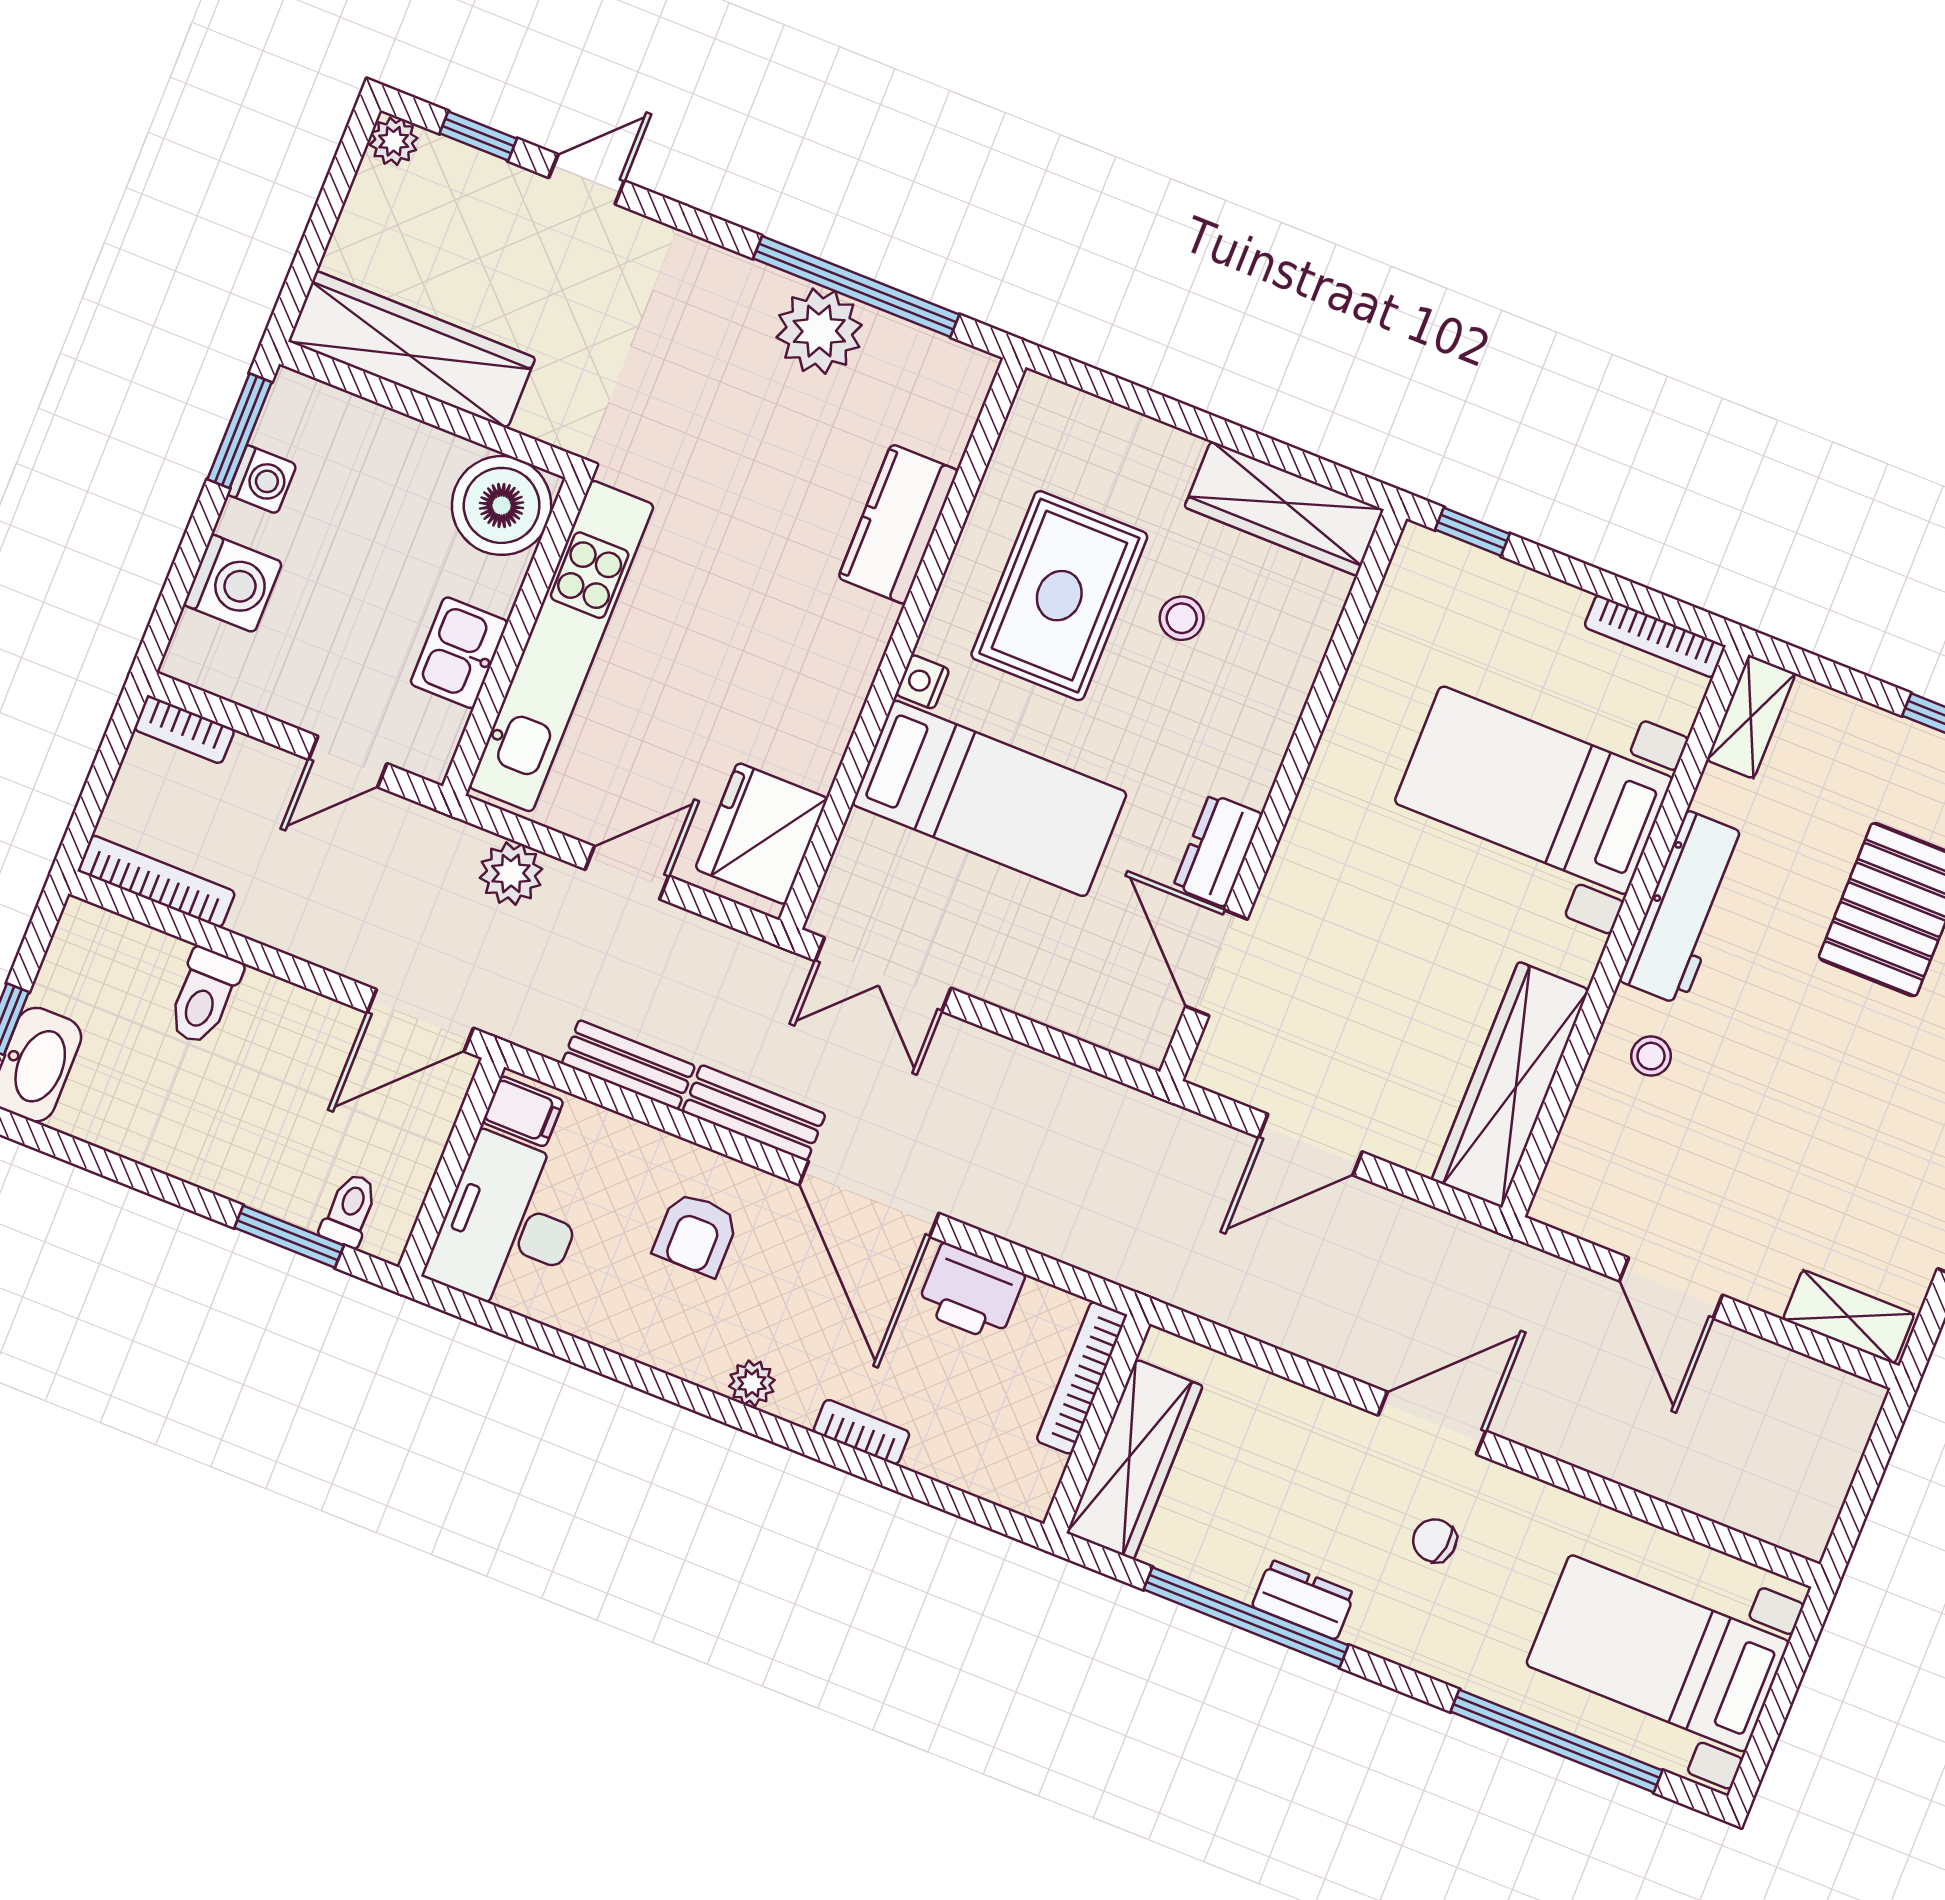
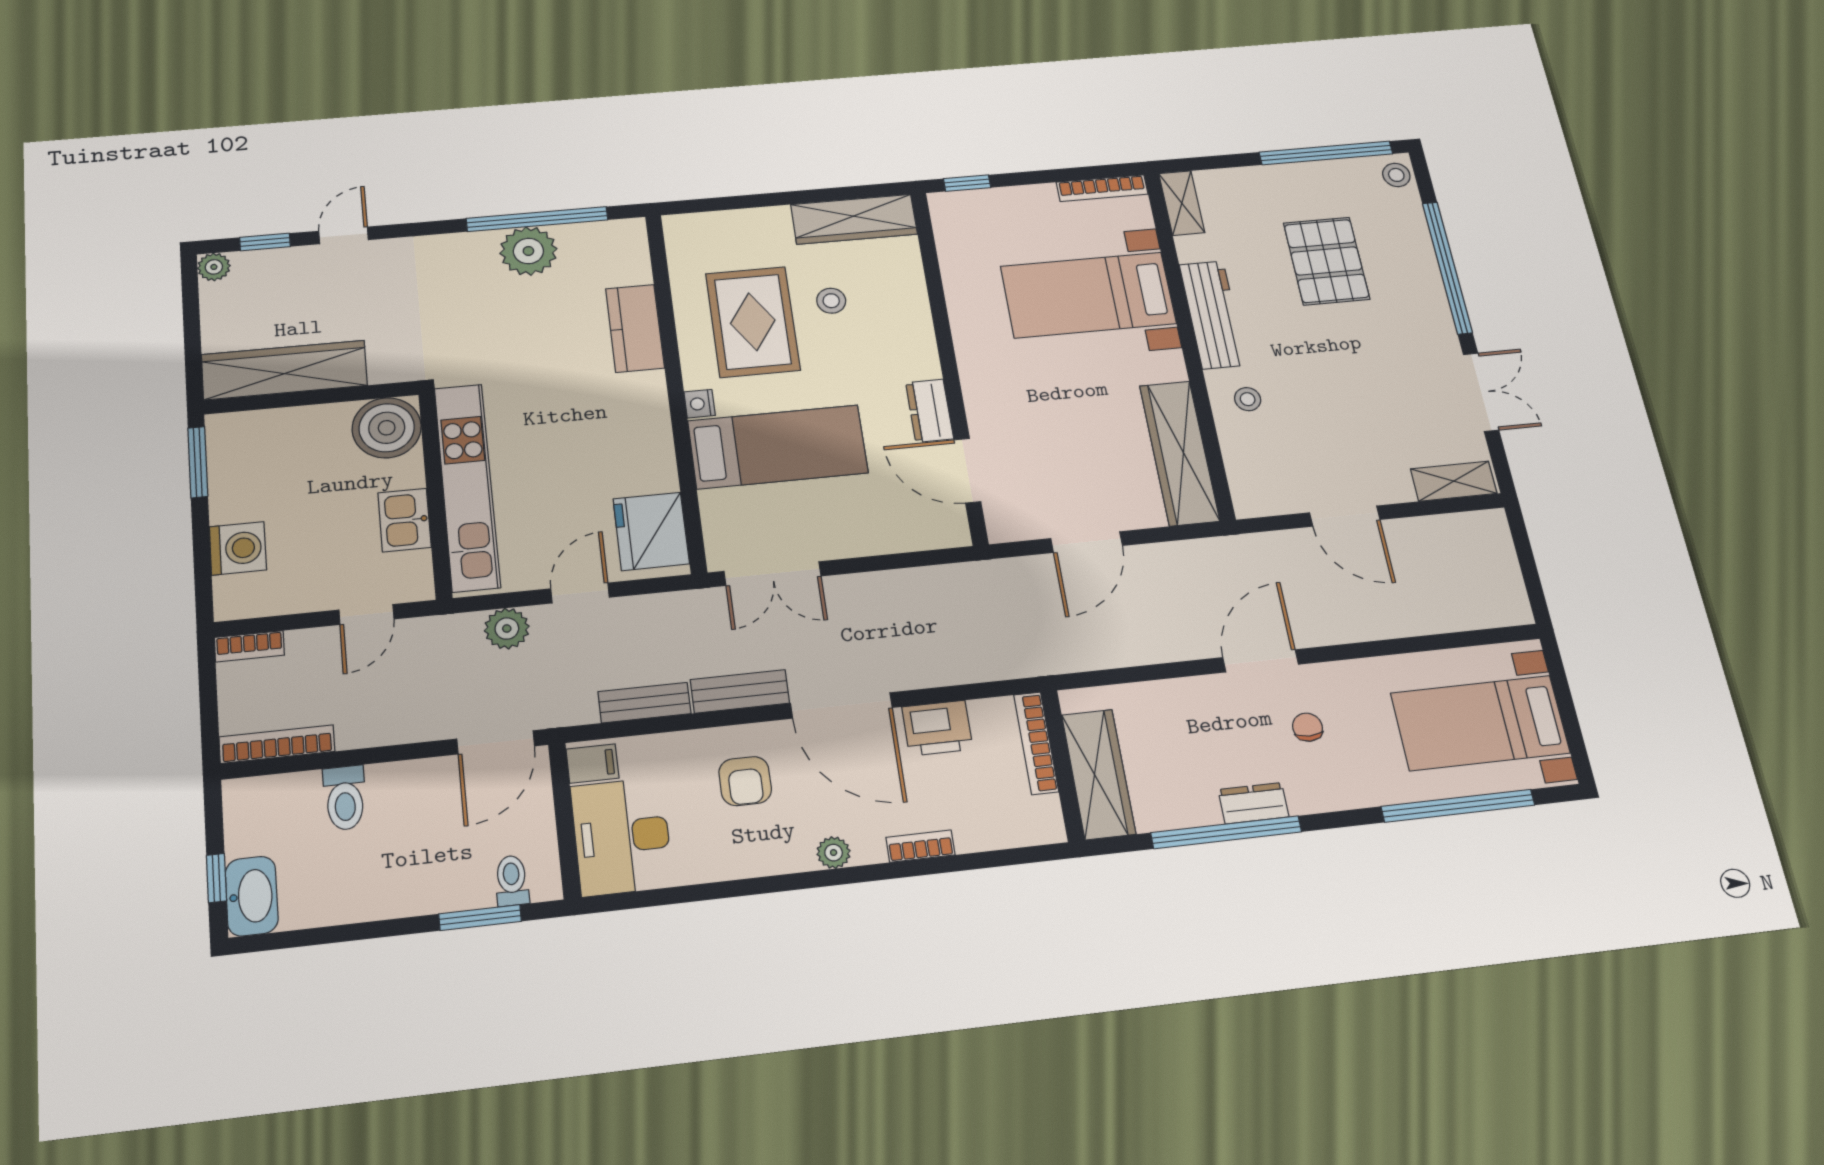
washing machine: (262, 479) -> (226, 482), removed
chair: (1435, 1541) -> (1307, 727), turned 82

